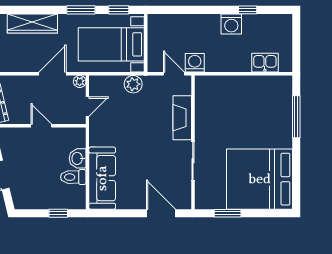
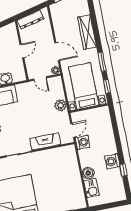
boiler: (242, 63) -> (88, 173), added

